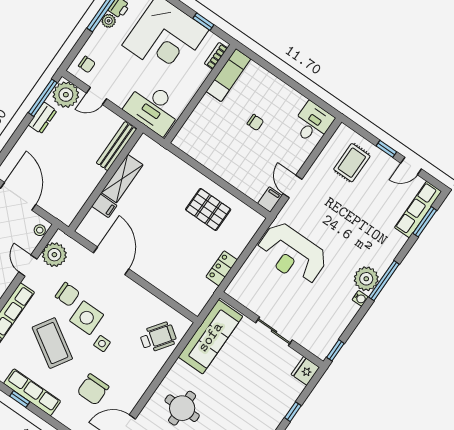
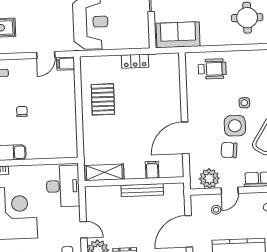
bench: (116, 146) -> (142, 190), moved
shelving: (122, 179) -> (104, 172), moved
stool: (40, 230) -> (216, 210), moved
chair: (67, 294) -> (229, 150), turned -85
wheelchair: (158, 337) -> (212, 69), turned 144
sofa: (210, 337) -> (178, 35), width x0.73

